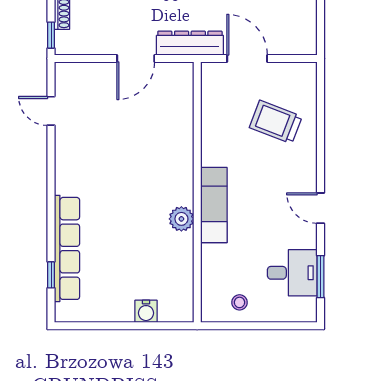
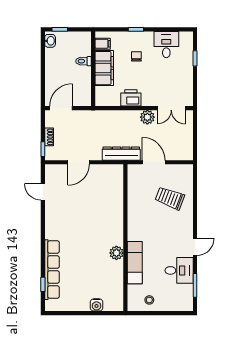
door: (136, 58) -> (79, 162), moved
exam couch: (214, 205) -> (135, 263), moved
door: (321, 208) -> (195, 247), swing flipped
desk: (292, 273) -> (179, 270), moved

